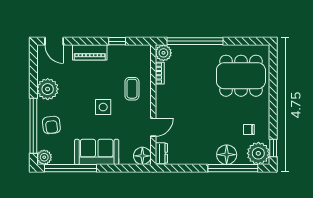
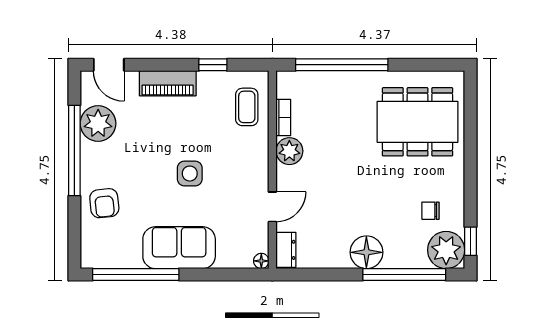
plant: (163, 53) -> (289, 151), moved
plant: (48, 89) -> (98, 123), moved
coffee table: (132, 89) -> (247, 107), moved
window: (33, 126) -> (74, 151), moved
floor lamp: (227, 155) -> (366, 252), moved
floor lamp: (142, 156) -> (261, 261), width x0.53, depth x0.53
plant: (44, 157) -> (92, 256), removed

